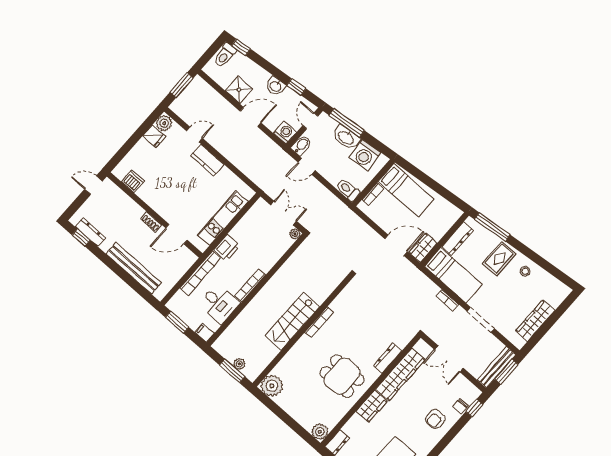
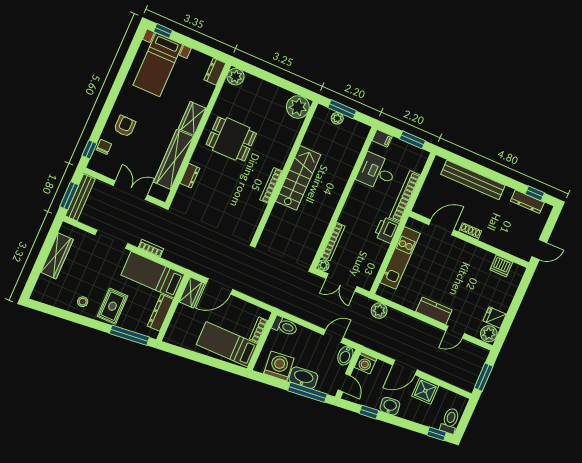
plant: (257, 176) -> (379, 311), added
bookcase: (250, 286) -> (333, 242), moved
dresser: (387, 358) -> (190, 176), width x0.70

